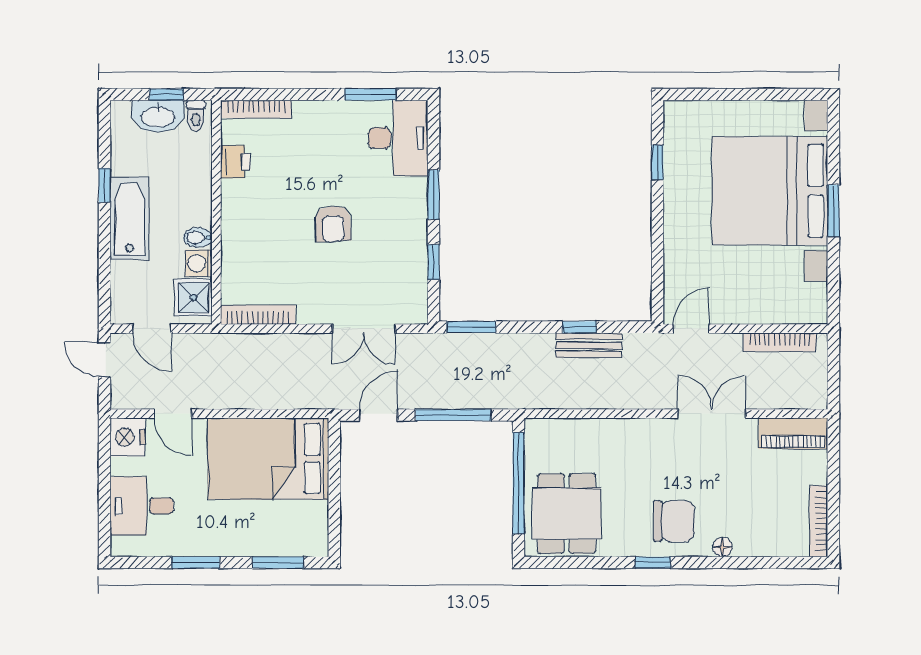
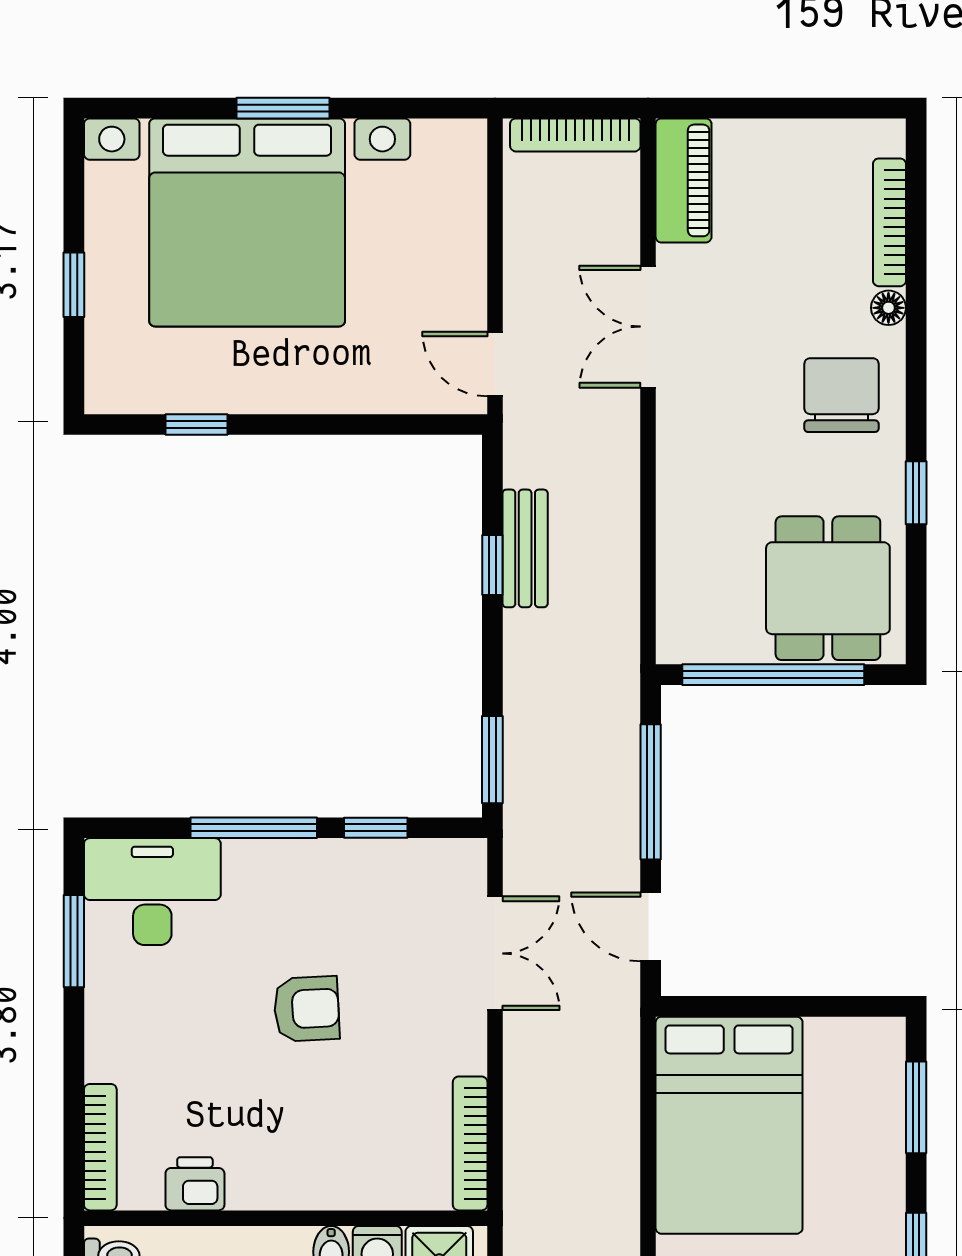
window: (735, 95) -> (74, 285), added
window: (433, 194) -> (254, 828), width x1.44
bookcase: (780, 342) -> (575, 135), moved, turned 90
dining table: (567, 514) -> (828, 588), turned 90
bookcase: (819, 521) -> (889, 222), moved, turned 90
window: (653, 563) -> (916, 493), moved

